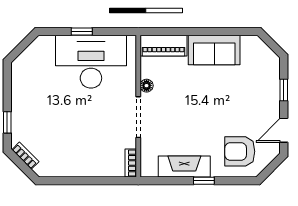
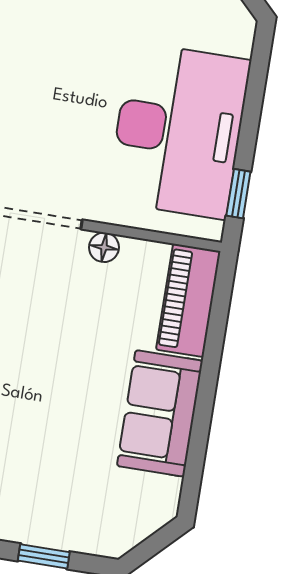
window: (82, 31) -> (238, 194), moved

